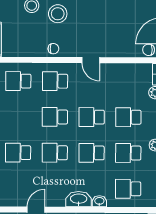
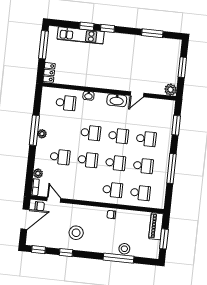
stool: (58, 14) -> (76, 233), moved
door: (91, 60) -> (54, 200), moved
school desk: (128, 153) -> (143, 166), moved
washbasin: (79, 199) -> (117, 100), moved

